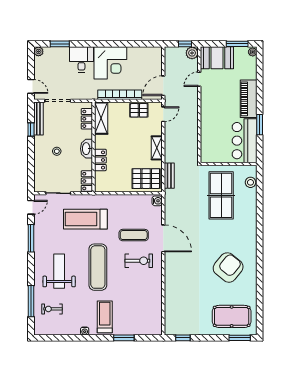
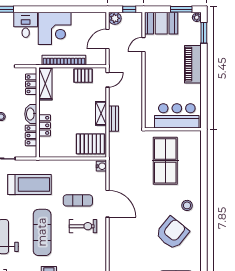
plant: (192, 53) -> (115, 18), moved
door: (163, 86) -> (108, 39), moved
window: (260, 125) -> (204, 33), moved
bar counter: (245, 141) -> (177, 116), moved, turned 90
bench: (169, 176) -> (114, 119), moved
locker: (87, 181) -> (31, 135), moved
stool: (250, 182) -> (187, 205), moved
treadmill: (85, 219) -> (30, 184), turned 180

